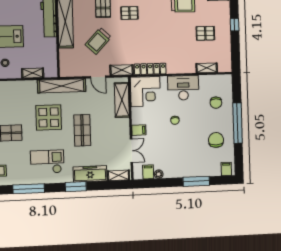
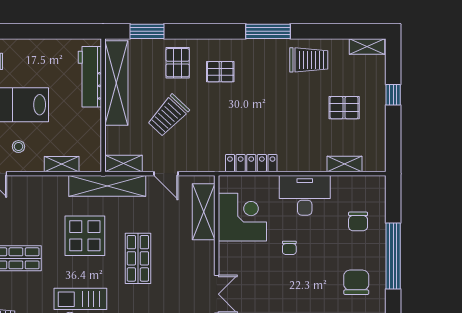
shelving: (122, 70) -> (123, 163), moved
corner desk: (145, 92) -> (242, 217), moved, turned -90
filing cabinet: (139, 130) -> (230, 261), removed

